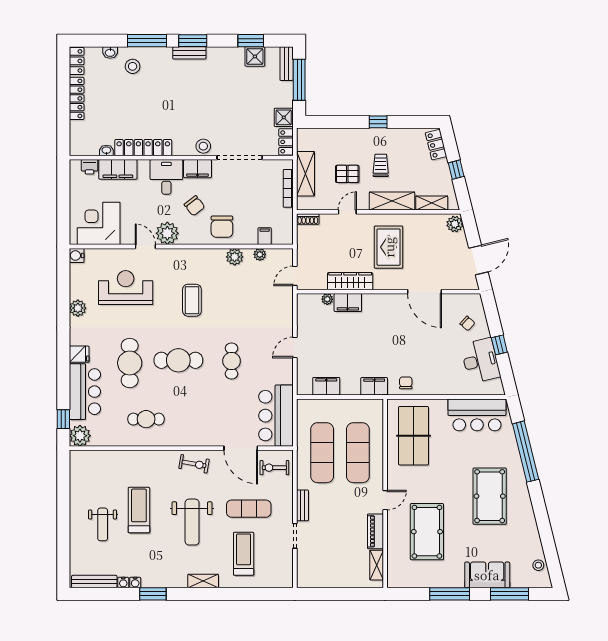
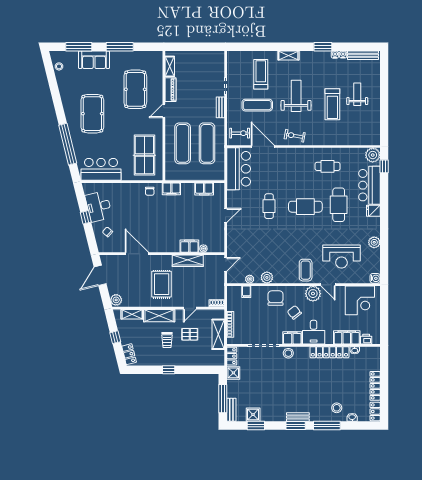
coffee table: (192, 300) -> (306, 270), moved
treadmill: (244, 554) -> (261, 74), turned 180

